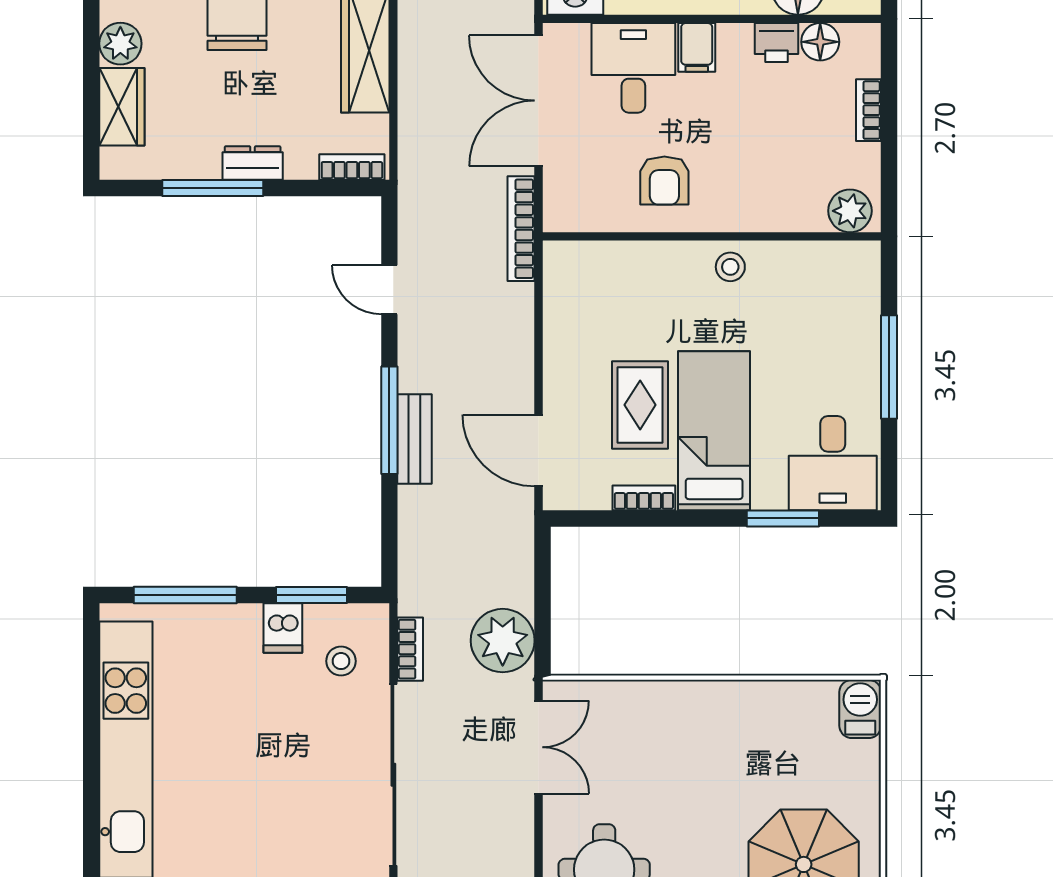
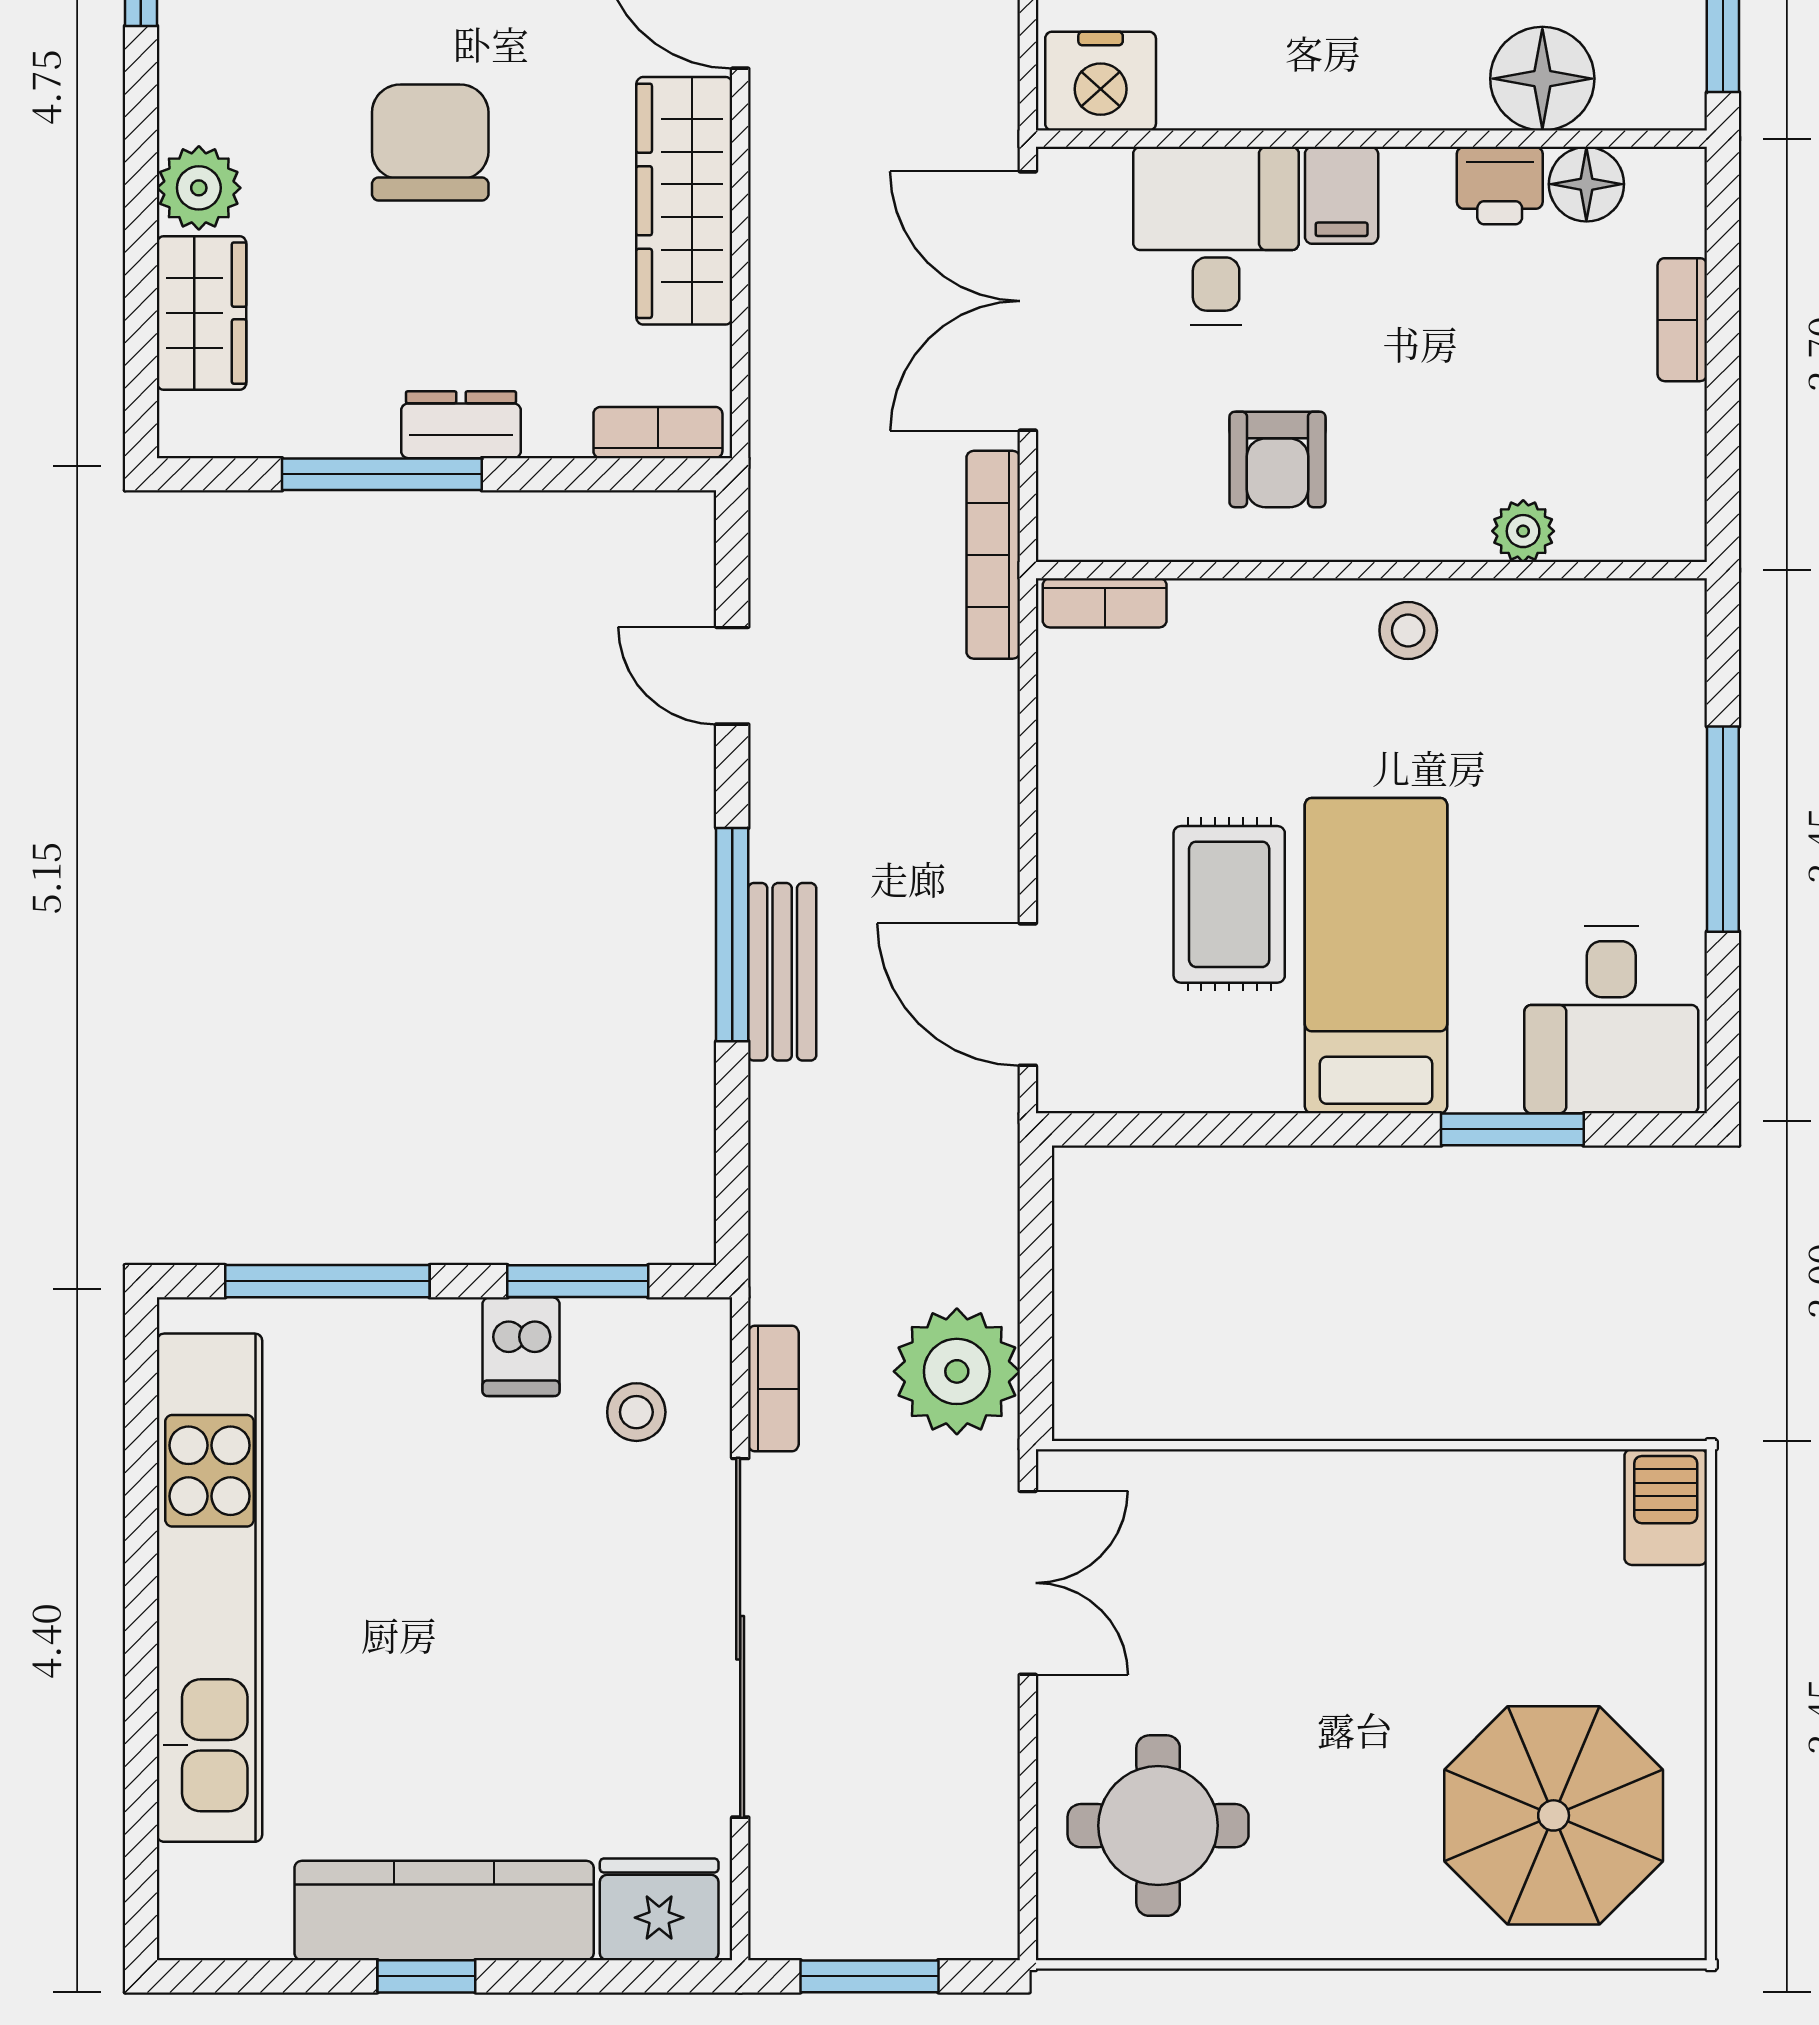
plant: (850, 211) -> (1523, 531), moved, width x0.73, depth x0.73
bookcase: (644, 498) -> (1105, 603), moved, turned 180

